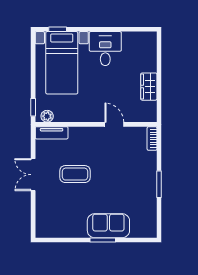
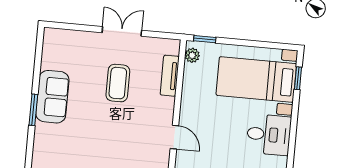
door: (114, 124) -> (174, 137), hinge flipped
tv unit: (52, 133) -> (170, 76), moved
sofa: (108, 226) -> (52, 97), moved

